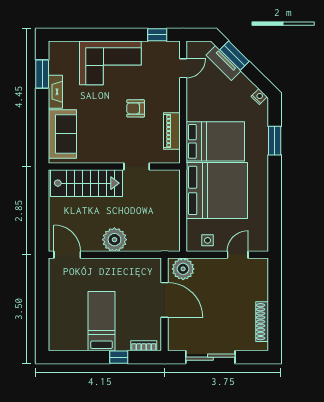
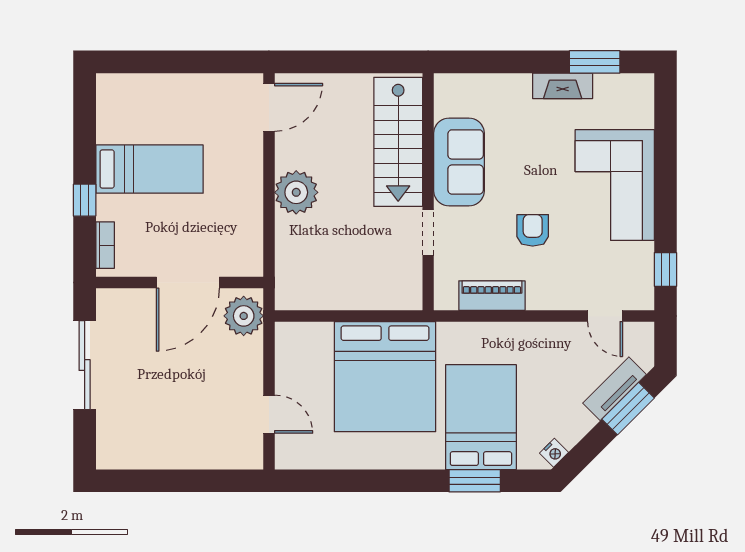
sofa: (62, 134) -> (459, 162), moved, turned -90
bed: (215, 141) -> (481, 417), moved, turned 180
side table: (208, 240) -> (295, 360), removed
shoe rack: (262, 322) -> (149, 458), removed

